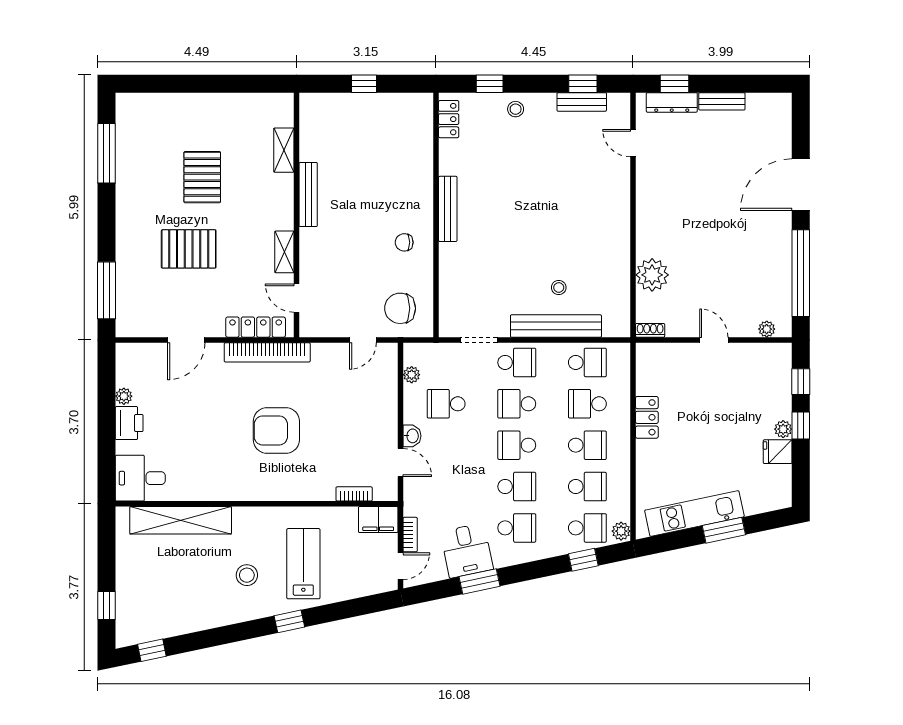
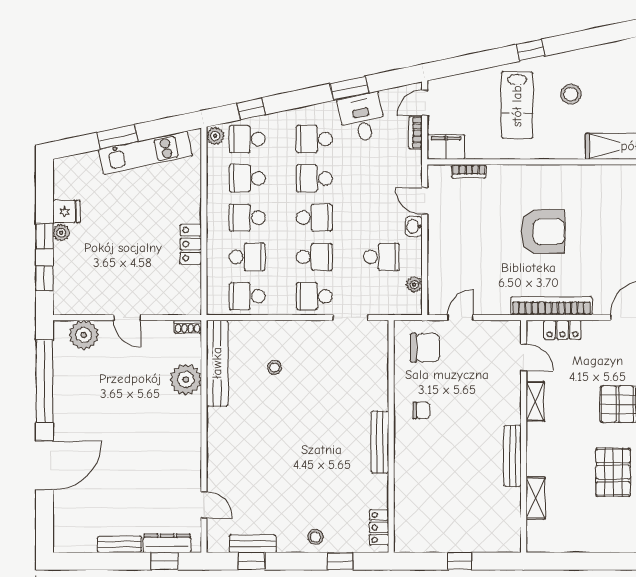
bench: (556, 326) -> (217, 363), moved, turned 90
locker: (256, 327) -> (562, 330), width x0.66
plant: (767, 329) -> (84, 335), width x1.87, depth x1.87

